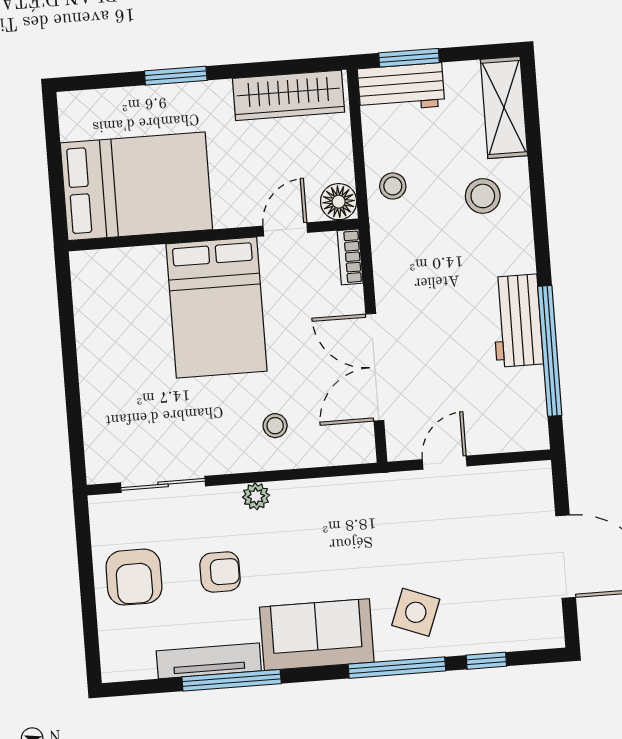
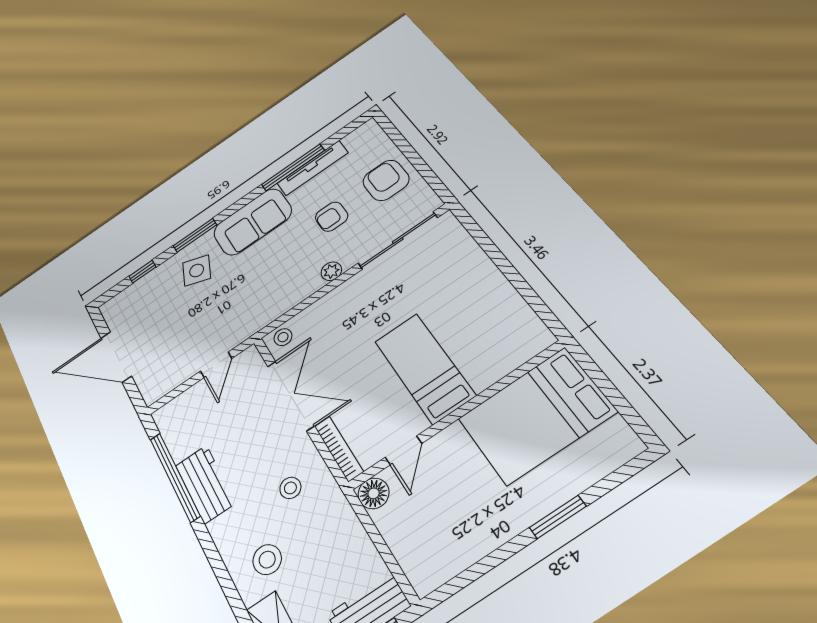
wardrobe: (289, 95) -> (456, 553), removed
stool: (393, 186) -> (290, 488), moved
bookcase: (350, 257) -> (339, 449), width x1.56
bed: (216, 308) -> (424, 368), width x0.67
stool: (275, 426) -> (283, 337), moved
sliding door: (163, 484) -> (398, 241), width x1.37
window: (397, 668) -> (195, 235), width x0.69

